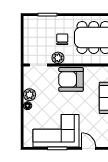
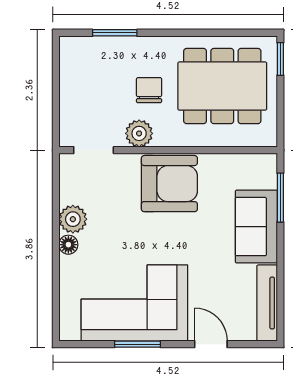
armchair: (71, 79) -> (169, 184), turned 180

